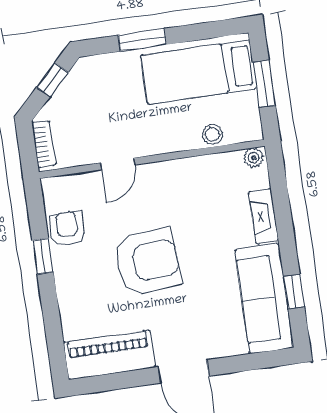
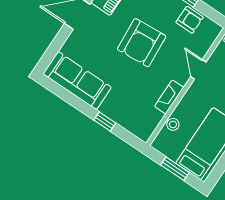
plant: (253, 158) -> (146, 133), removed
fireplace: (264, 216) -> (169, 97), moved, turned -90
window: (294, 292) -> (105, 122), moved

